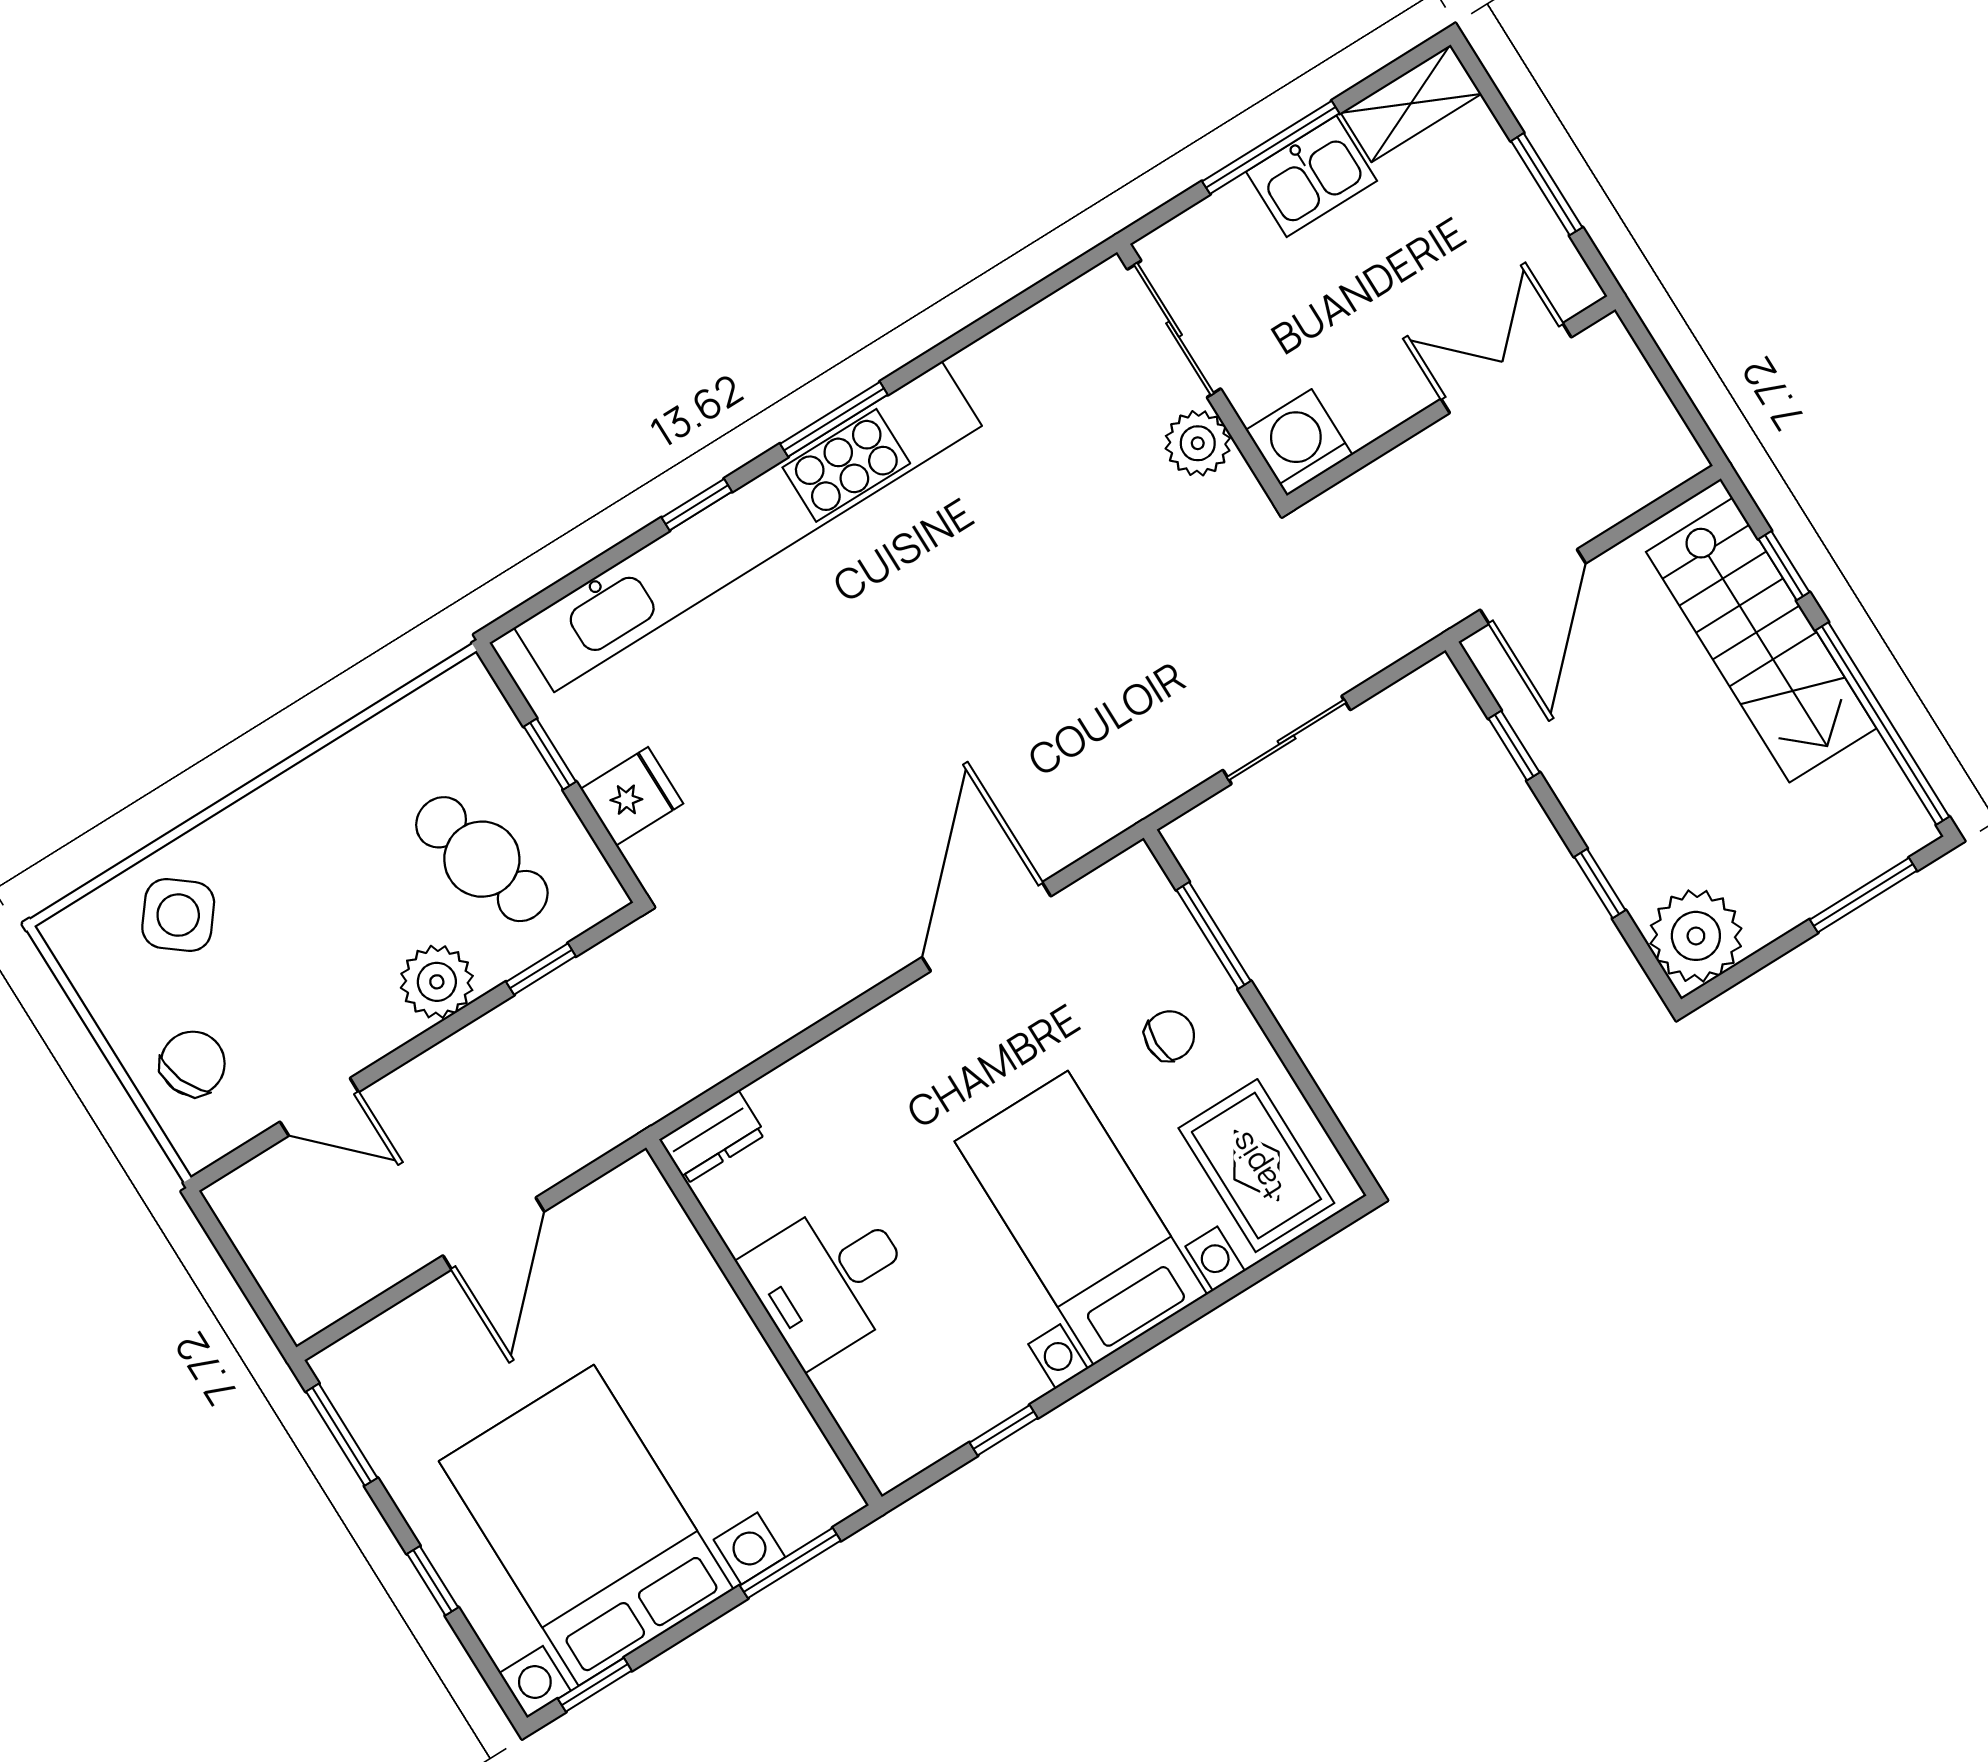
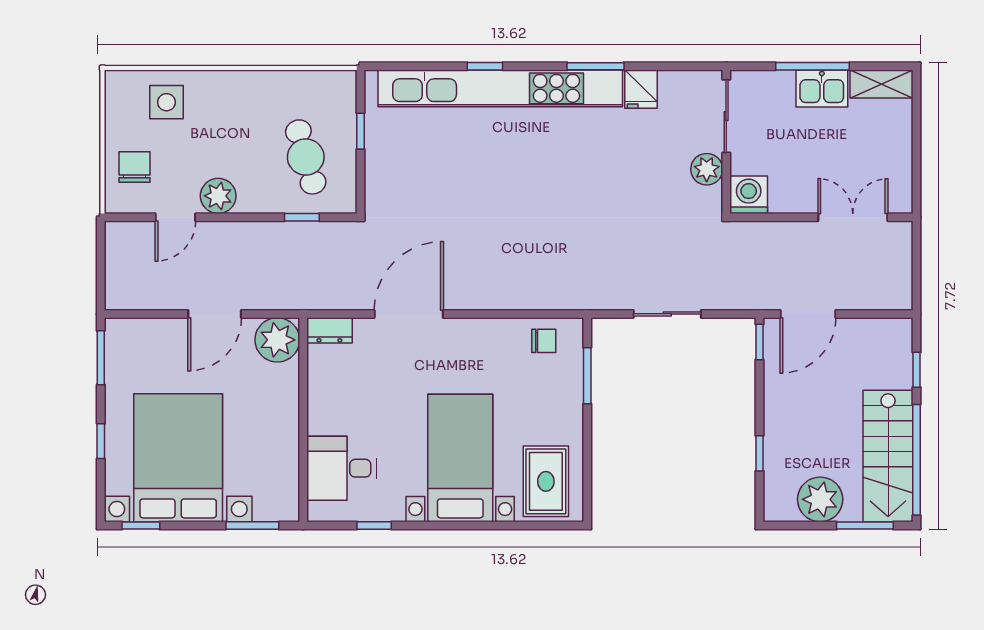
window: (1547, 184) -> (917, 152), removed
window: (834, 419) -> (596, 66), moved
stairs: (1761, 640) -> (888, 456), moved
window: (1514, 746) -> (759, 342), moved
fridge: (632, 796) -> (641, 89), moved, turned 90
side table: (178, 915) -> (166, 102), turned -38
door: (986, 927) -> (409, 314), moved
plant: (1696, 936) -> (820, 499), moved
plant: (437, 982) -> (218, 196), moved
chair: (1170, 1036) -> (544, 341), moved
chair: (193, 1064) -> (134, 167), turned -68
door: (319, 1107) -> (175, 217), hinge flipped
plant: (631, 1211) -> (277, 340), added
desk: (830, 1279) -> (341, 468), moved

